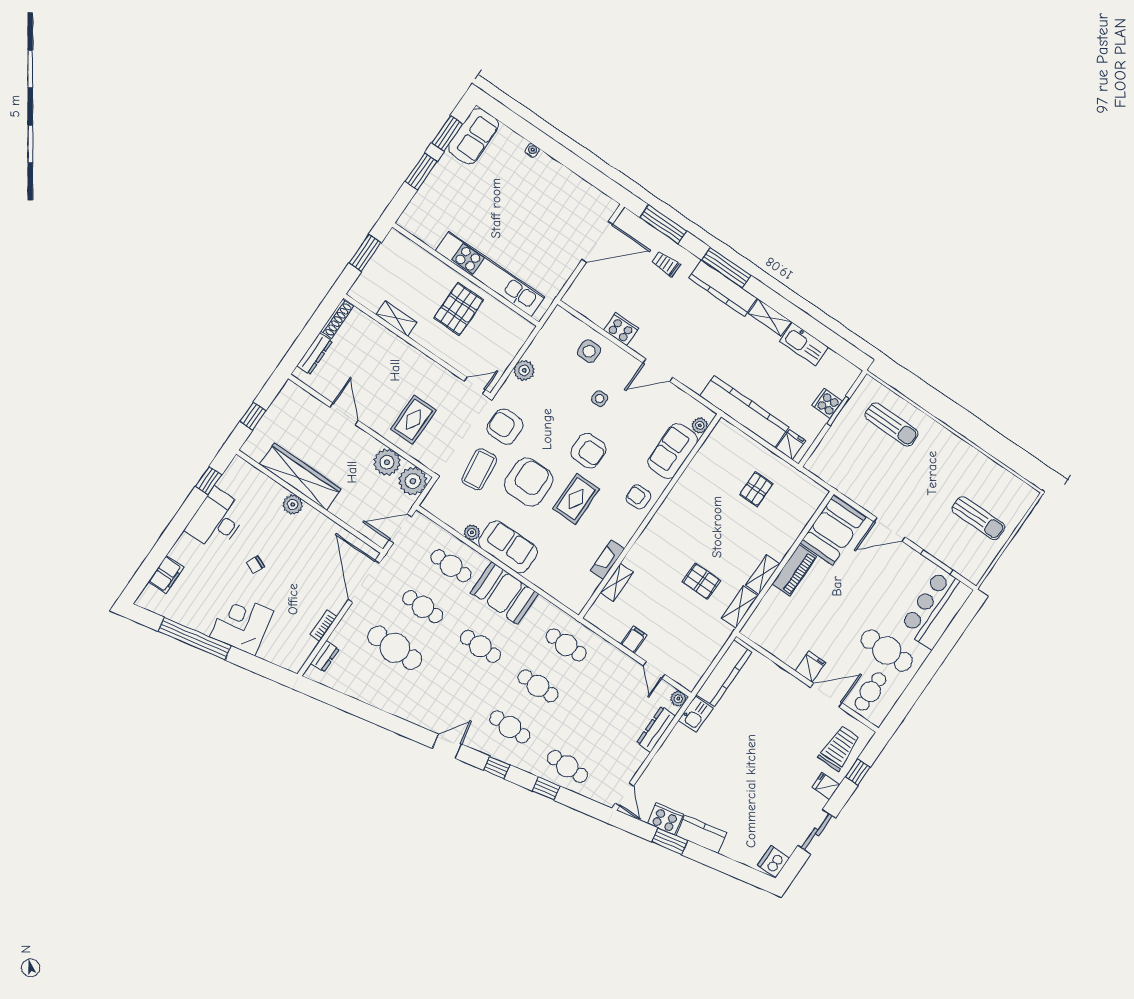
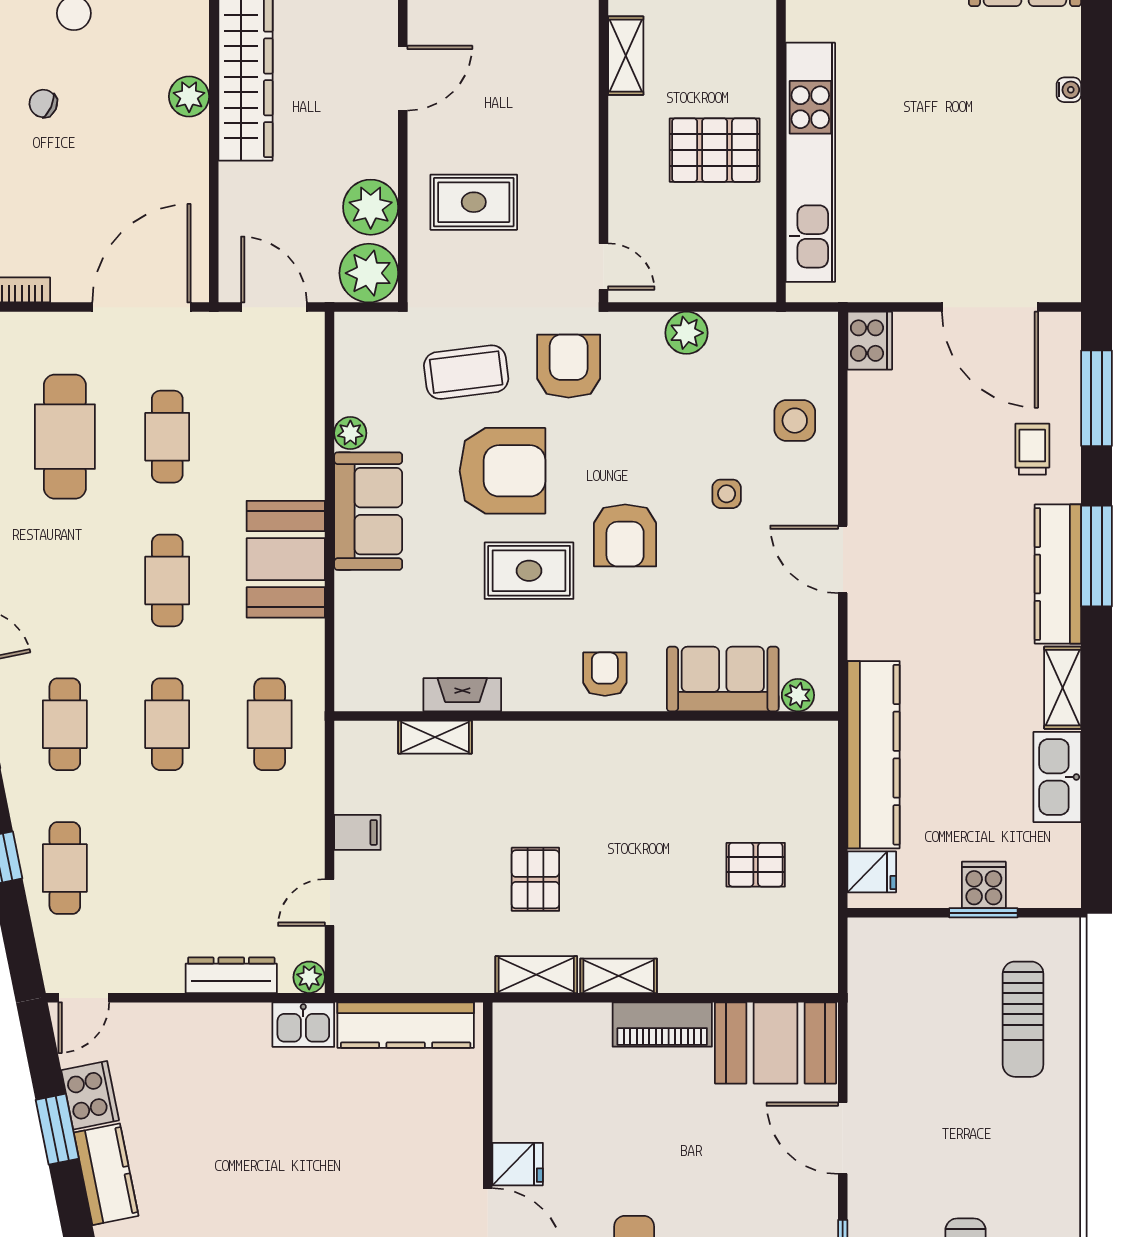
cooker: (621, 329) -> (870, 341), moved
cafe table: (451, 566) -> (270, 437), removed

